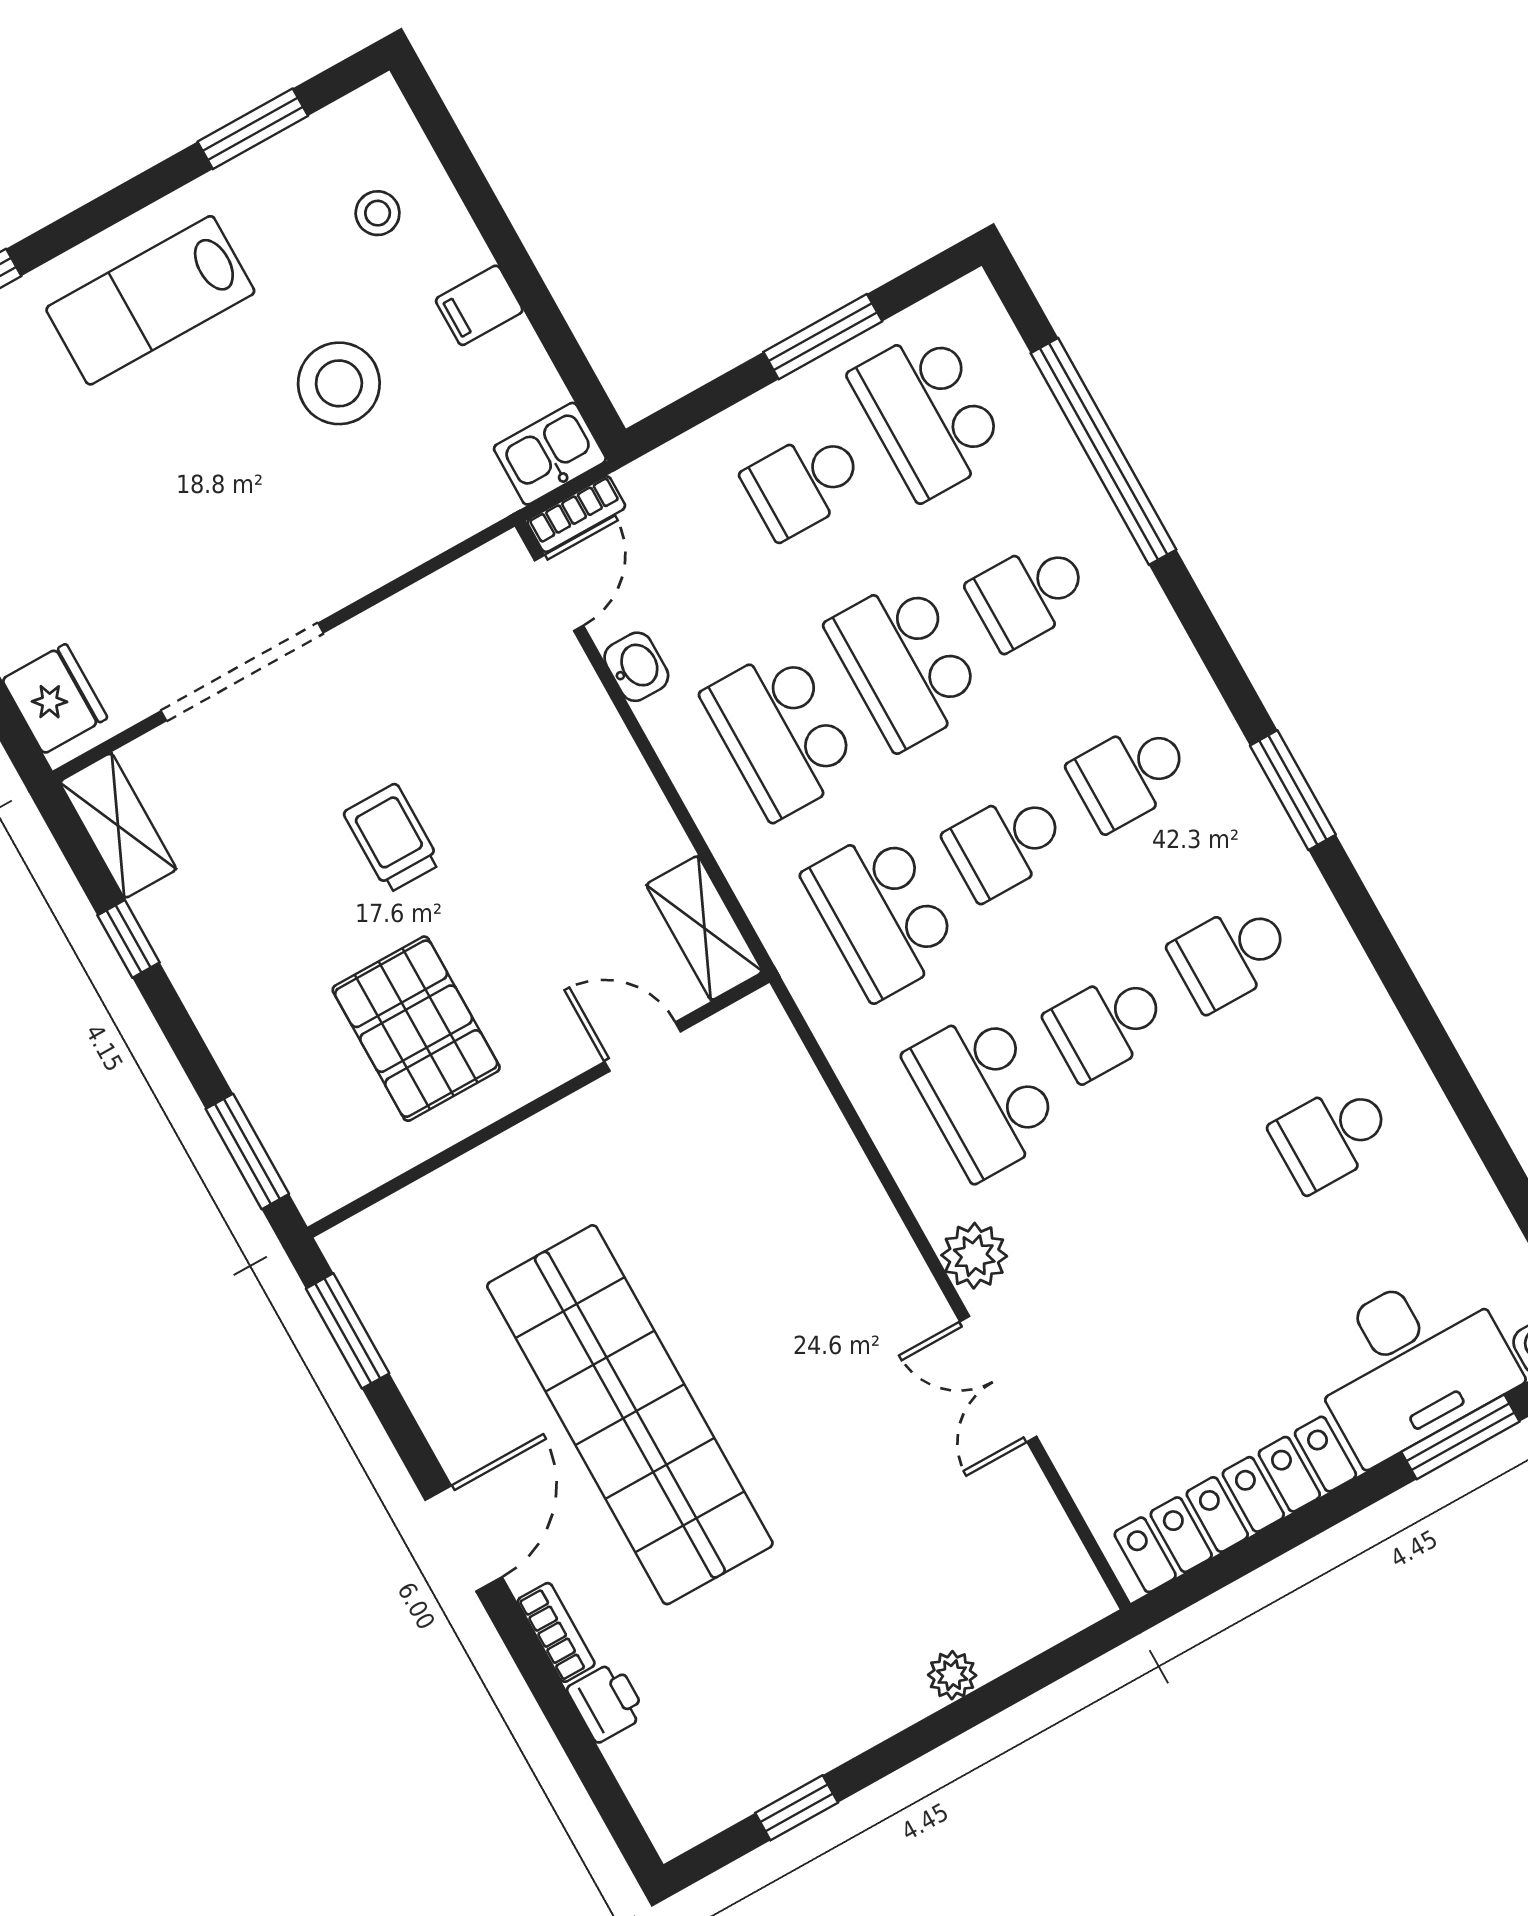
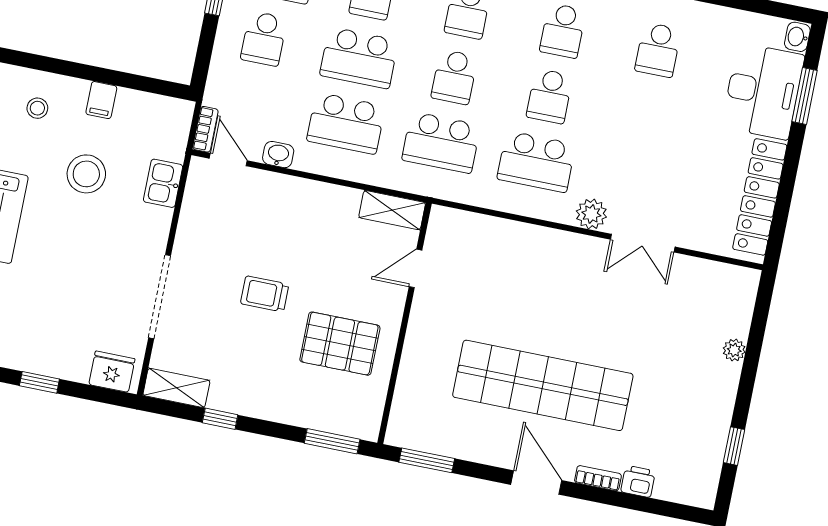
kitchen sink: (550, 454) -> (163, 183), moved

